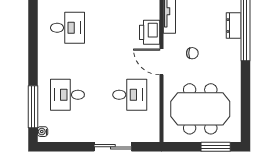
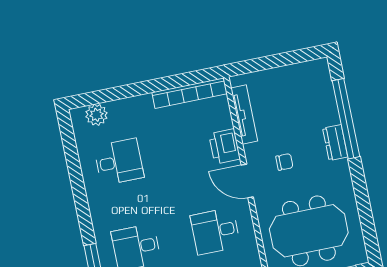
dresser: (234, 26) -> (335, 143), moved
desk: (130, 95) -> (215, 231), turned 180

